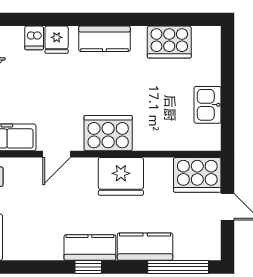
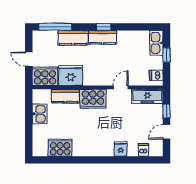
dishwasher: (34, 38) -> (143, 150), moved
kitchen counter: (104, 39) -> (65, 96), moved, turned 180
fridge: (121, 176) -> (71, 75), moved

